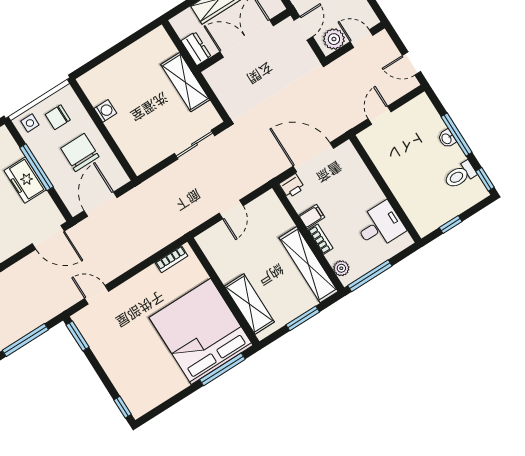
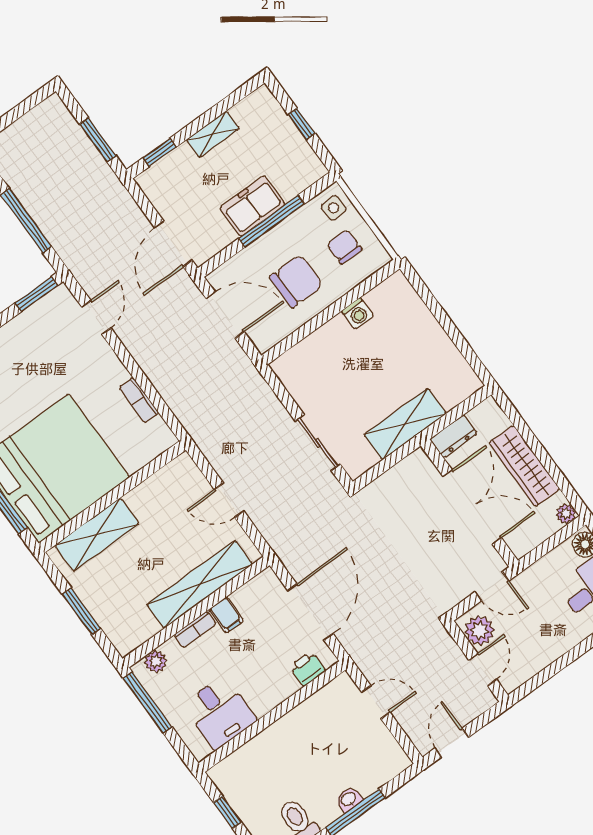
printer: (292, 186) -> (307, 669), moved, turned 90
bookcase: (171, 259) -> (139, 400), moved
shelving: (308, 265) -> (200, 584), moved

